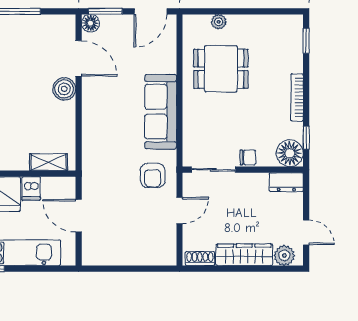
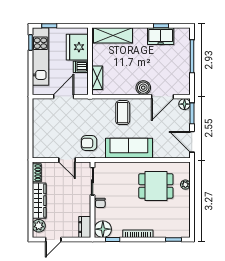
dining table: (221, 69) -> (156, 186), turned 90
coffee table: (104, 122) -> (123, 113), added

